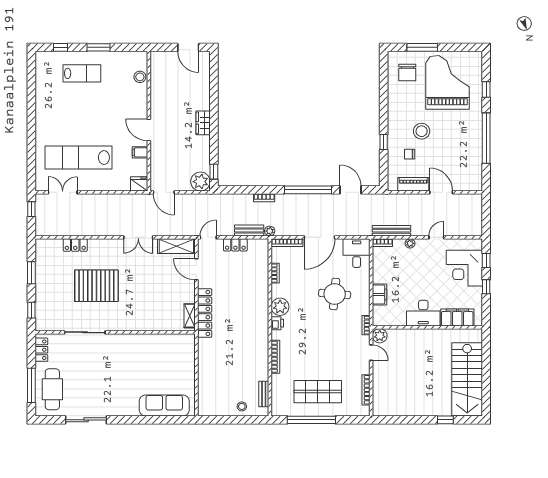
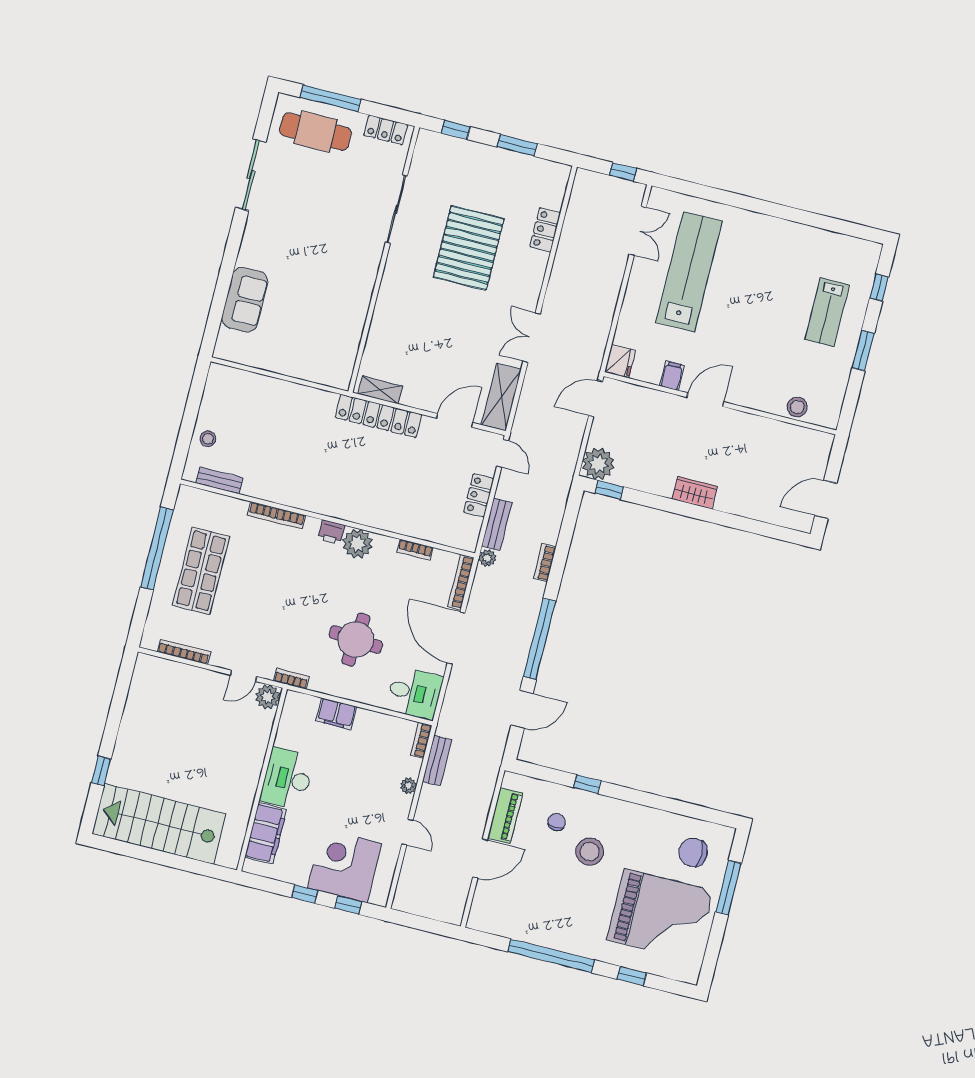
bench: (392, 231) -> (437, 760), width x0.73
sofa: (164, 405) -> (245, 300), width x0.73

